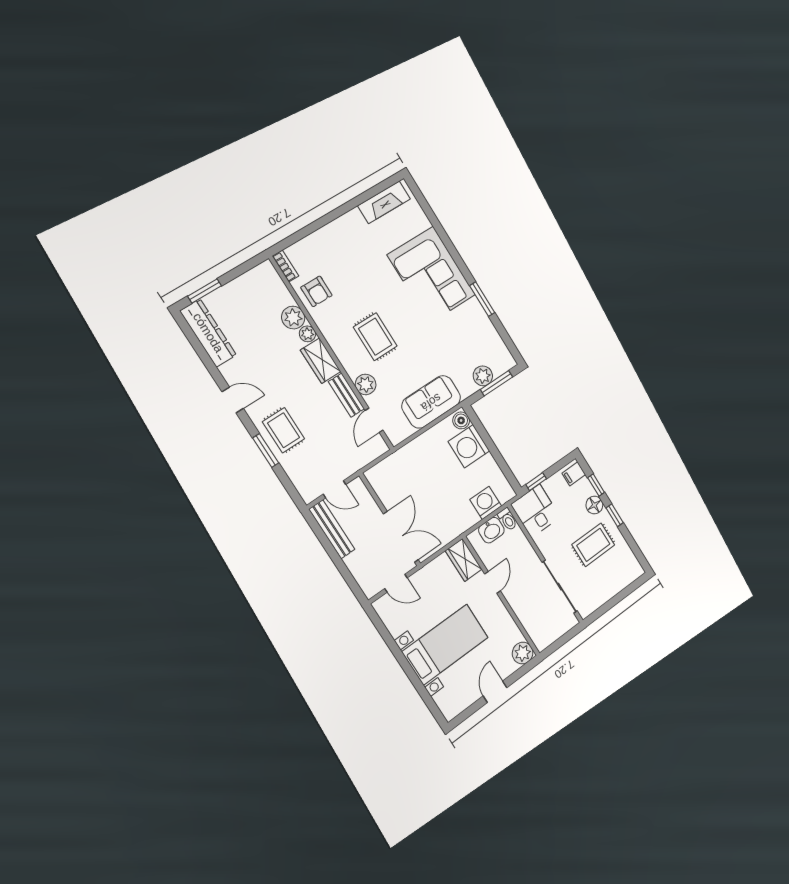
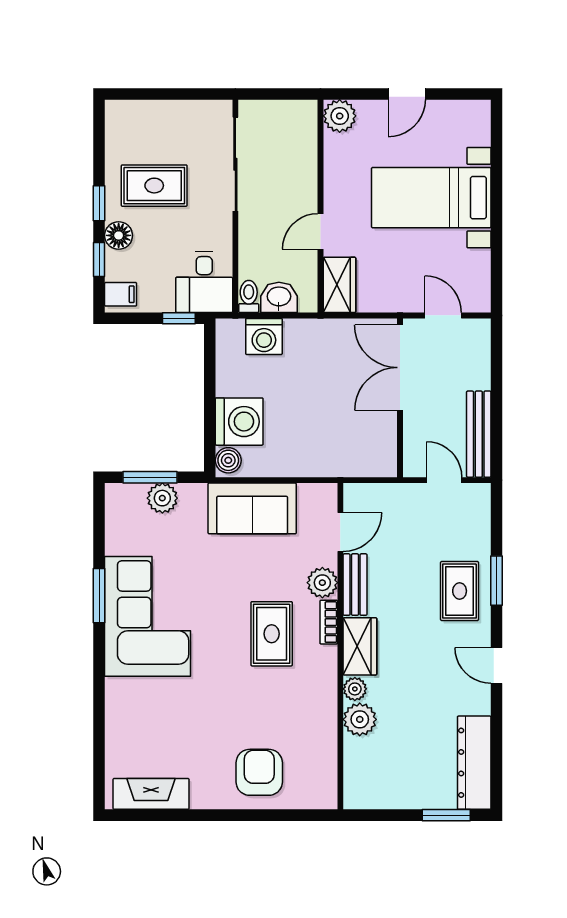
bookcase: (285, 266) -> (329, 622), moved
corner sofa: (431, 275) -> (148, 616), moved
armchair: (316, 291) -> (259, 772), moved, width x1.38, depth x1.38

